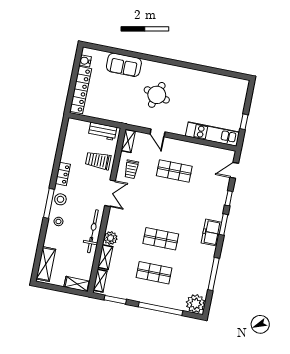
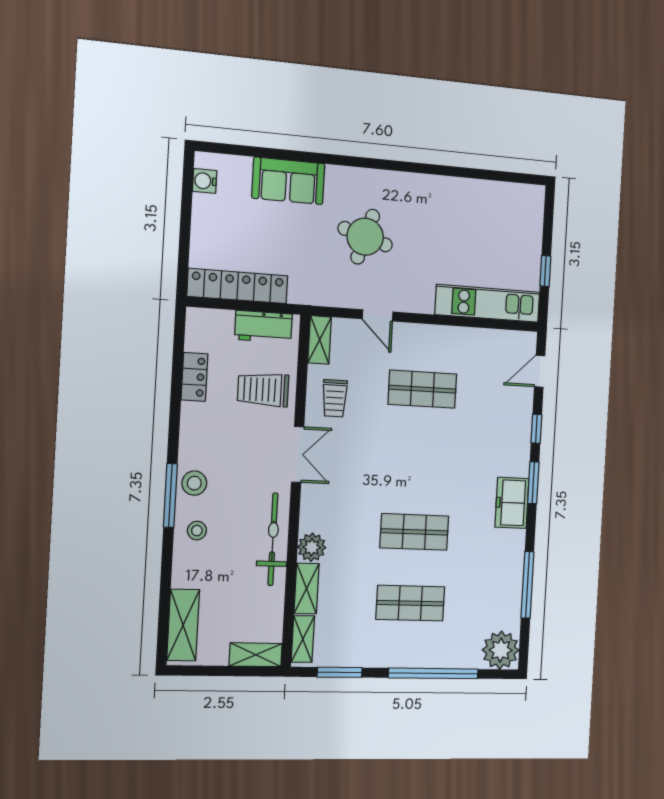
locker: (81, 90) -> (238, 286), moved, turned -90
locker: (63, 174) -> (194, 377), moved

